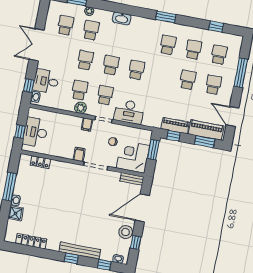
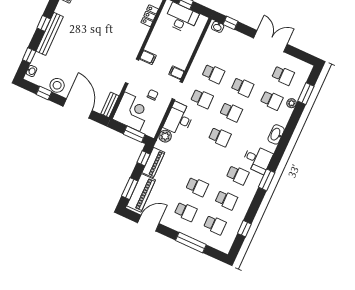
desk: (46, 81) -> (257, 159), moved, turned 90
plant: (81, 108) -> (165, 136), moved

